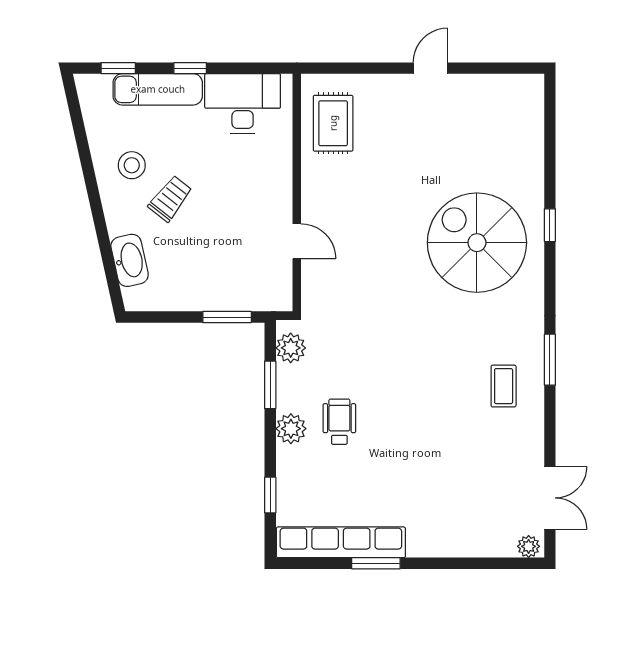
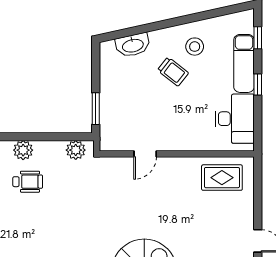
window: (270, 385) -> (52, 137), removed

